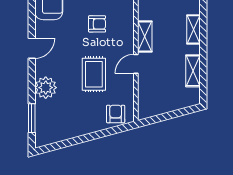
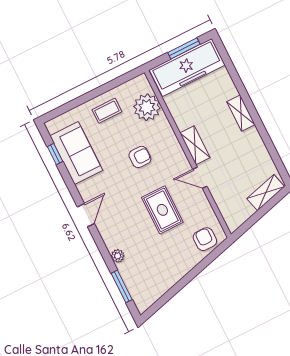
door: (136, 64) -> (200, 178), hinge flipped
shelving: (193, 71) -> (266, 193), moved, turned 75
plant: (46, 88) -> (118, 256), width x0.53, depth x0.53

